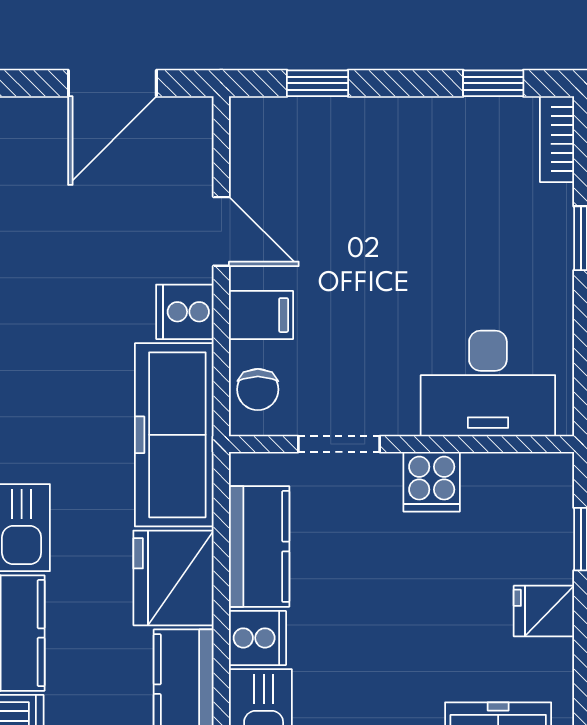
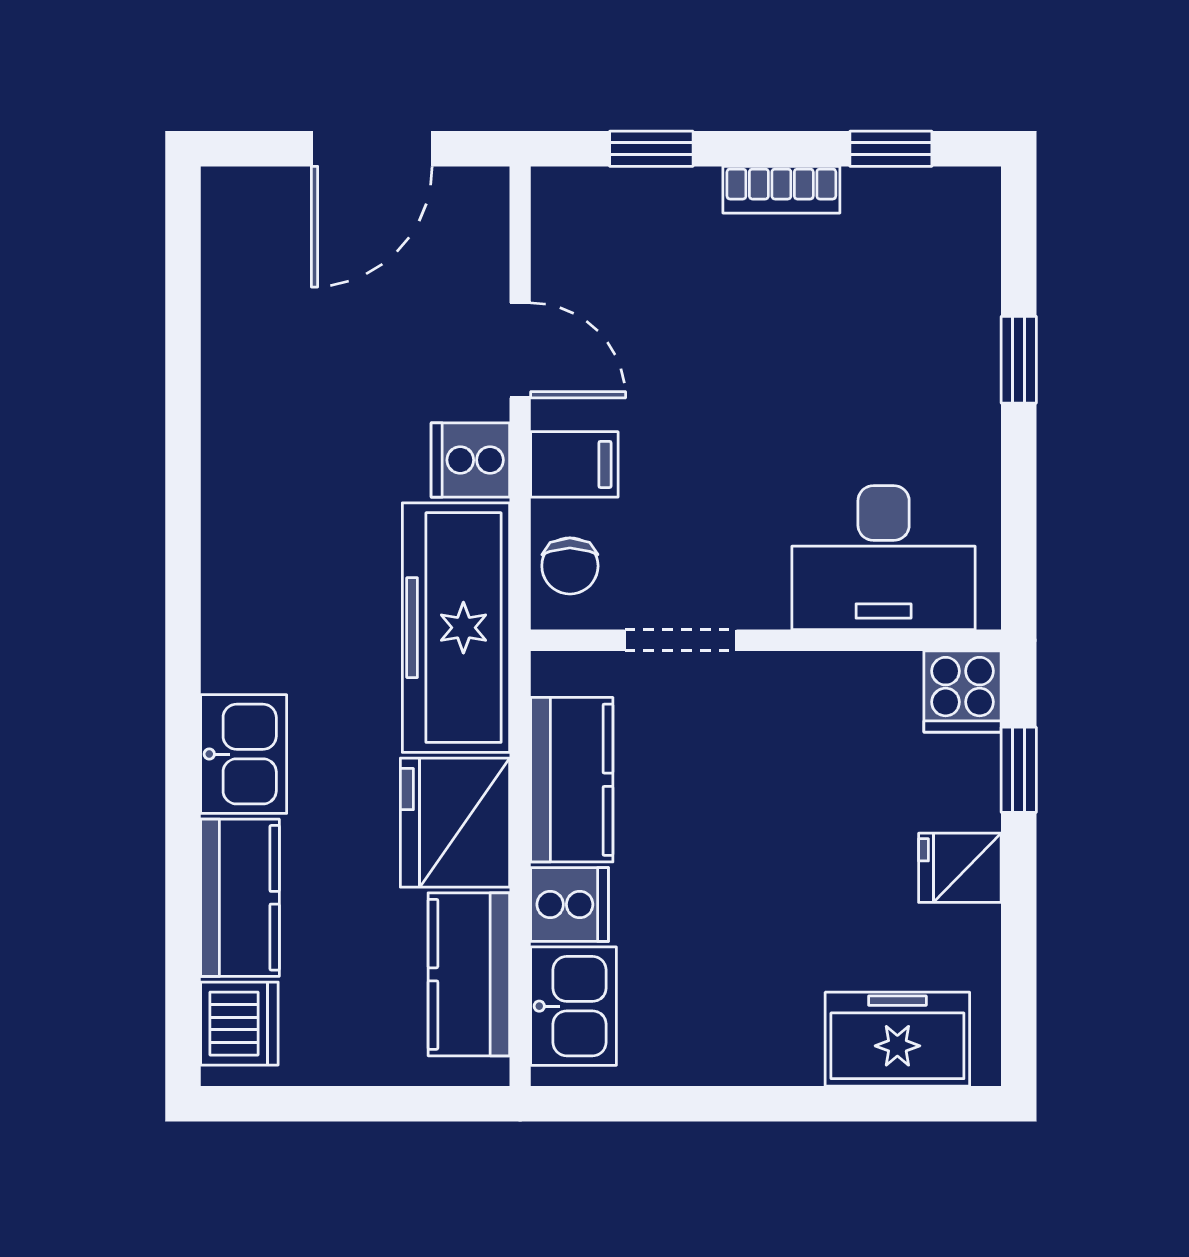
bookcase: (557, 139) -> (781, 190), moved, turned -90
cooker: (432, 482) -> (963, 691), moved

